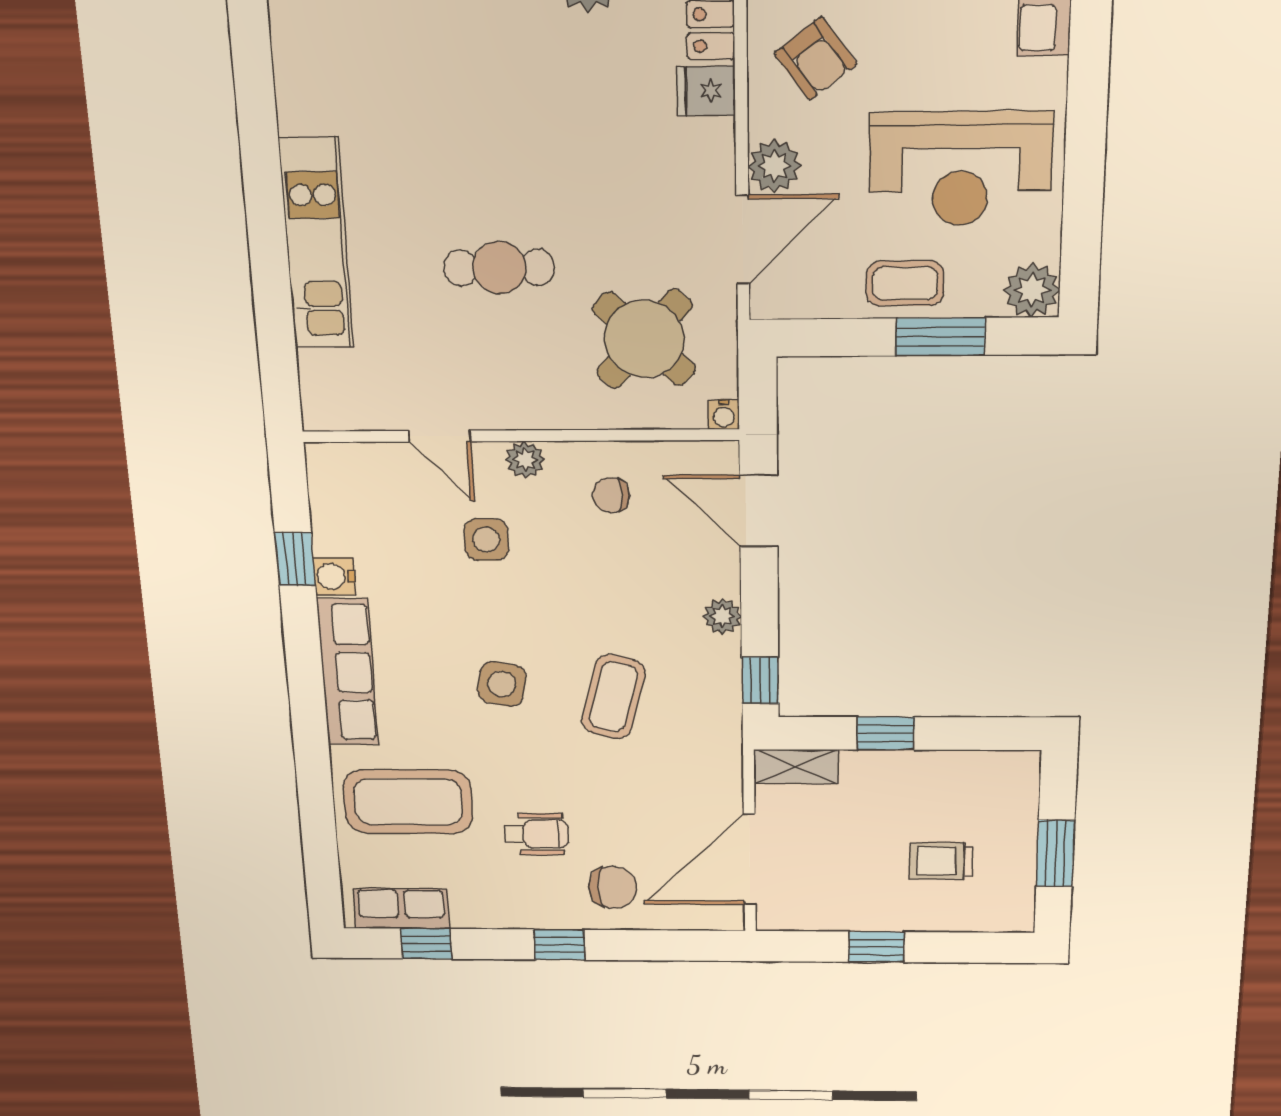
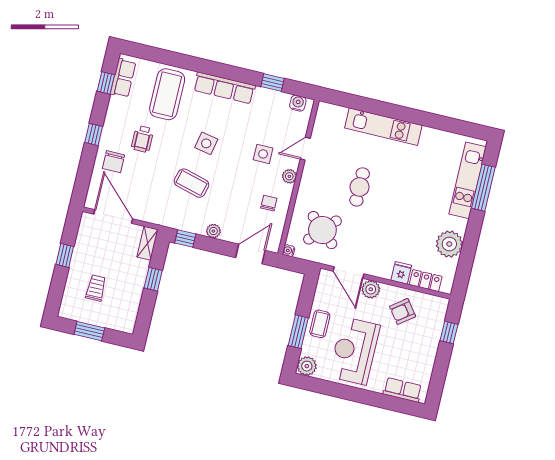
water cooler: (334, 576) -> (298, 103), moved

